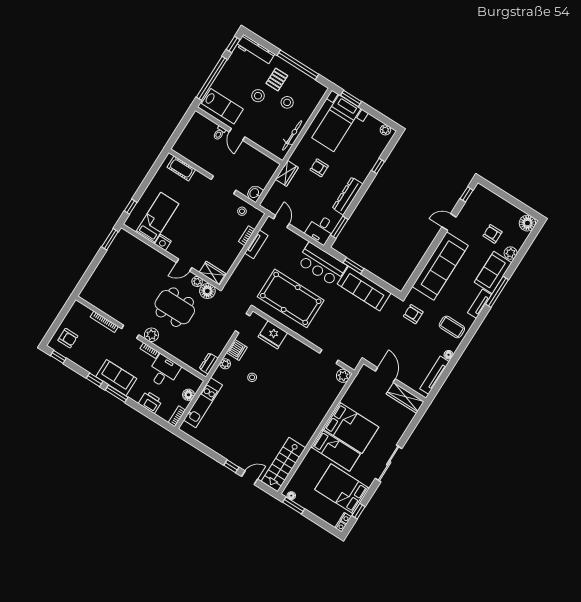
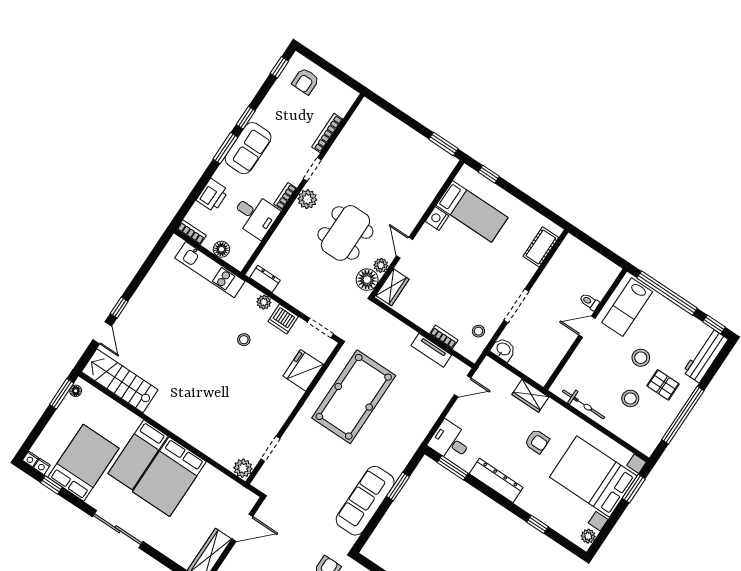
bed with nightstands: (336, 123) -> (593, 476), width x1.36
armchair: (319, 168) -> (537, 441), turned 90
bar counter: (322, 264) -> (401, 442), removed

